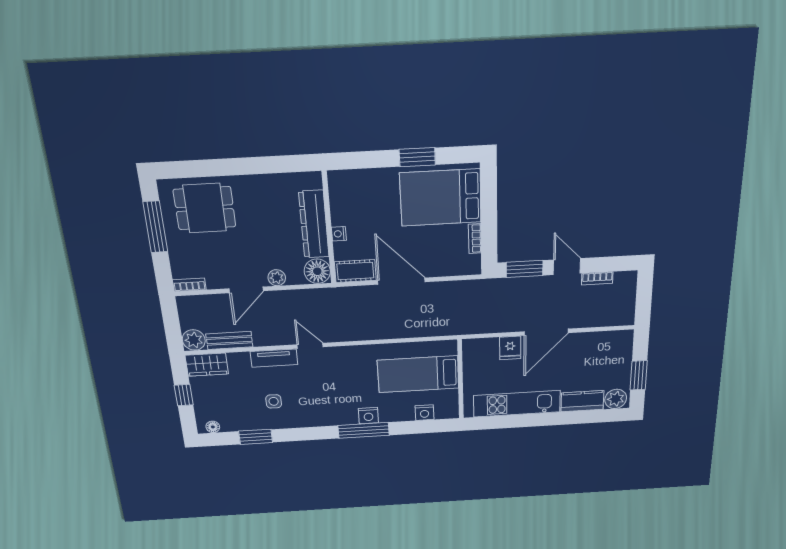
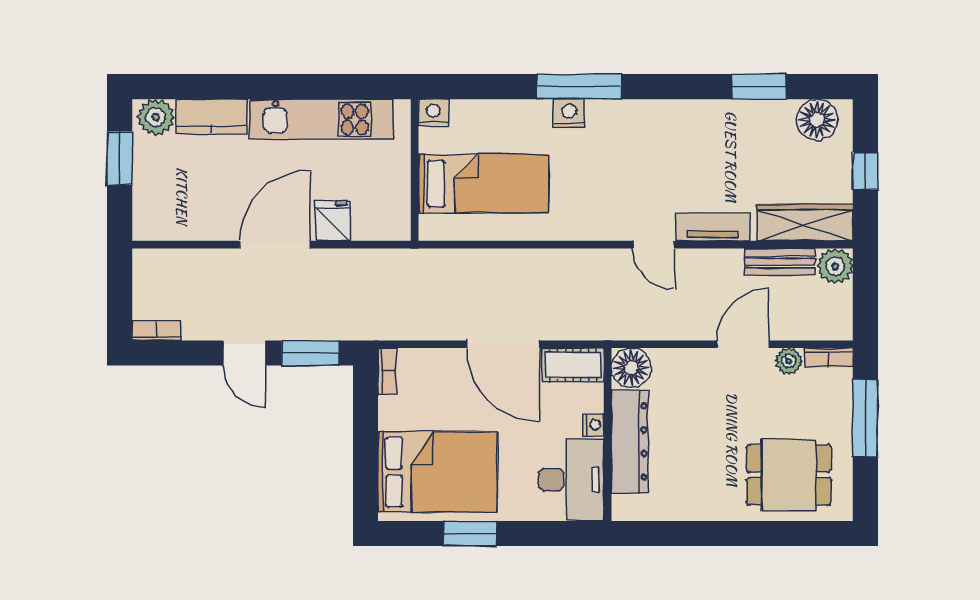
desk: (351, 197) -> (571, 480), added
window: (155, 227) -> (865, 418), moved
bookcase: (475, 239) -> (387, 371), moved
plant: (277, 278) -> (789, 361), moved
bookcase: (597, 278) -> (157, 331), moved
wardrobe: (207, 365) -> (805, 222), width x1.50
side table: (274, 401) -> (722, 150), removed
nightstand: (424, 413) -> (433, 113), moved
floor lamp: (213, 427) -> (817, 120), width x1.89, depth x1.89

